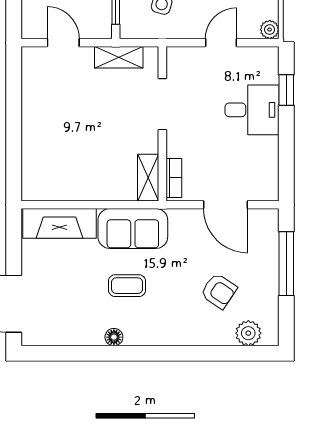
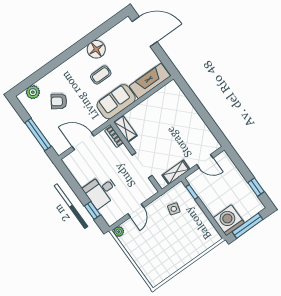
floor lamp: (114, 337) -> (96, 49), width x1.89, depth x1.89

